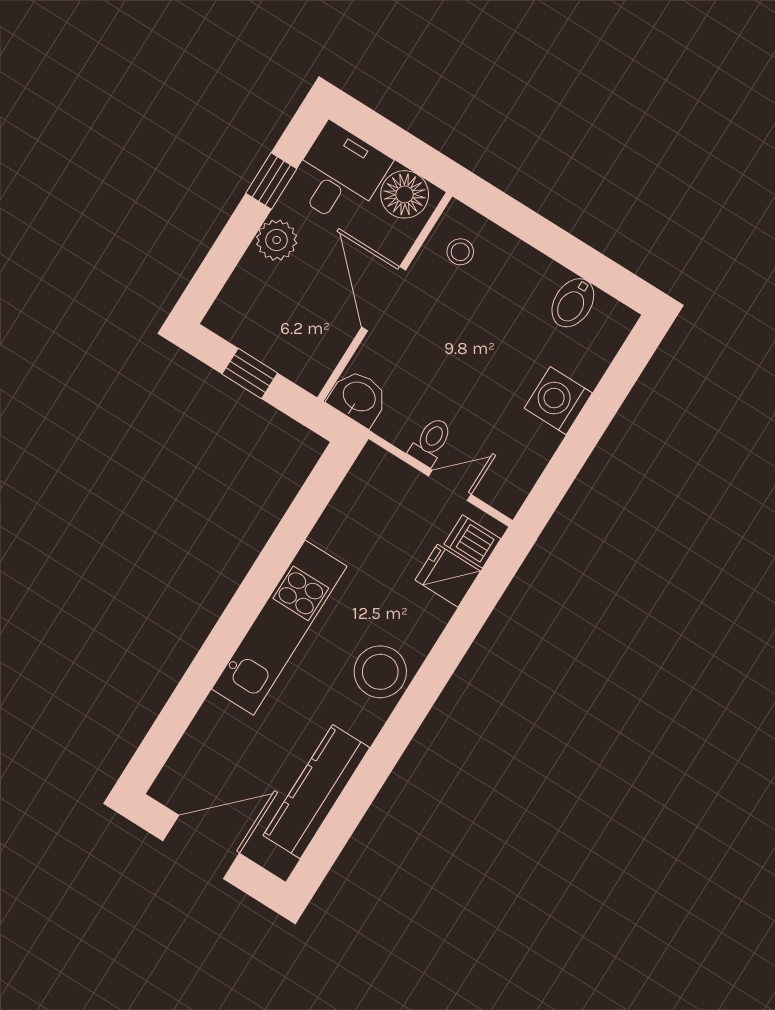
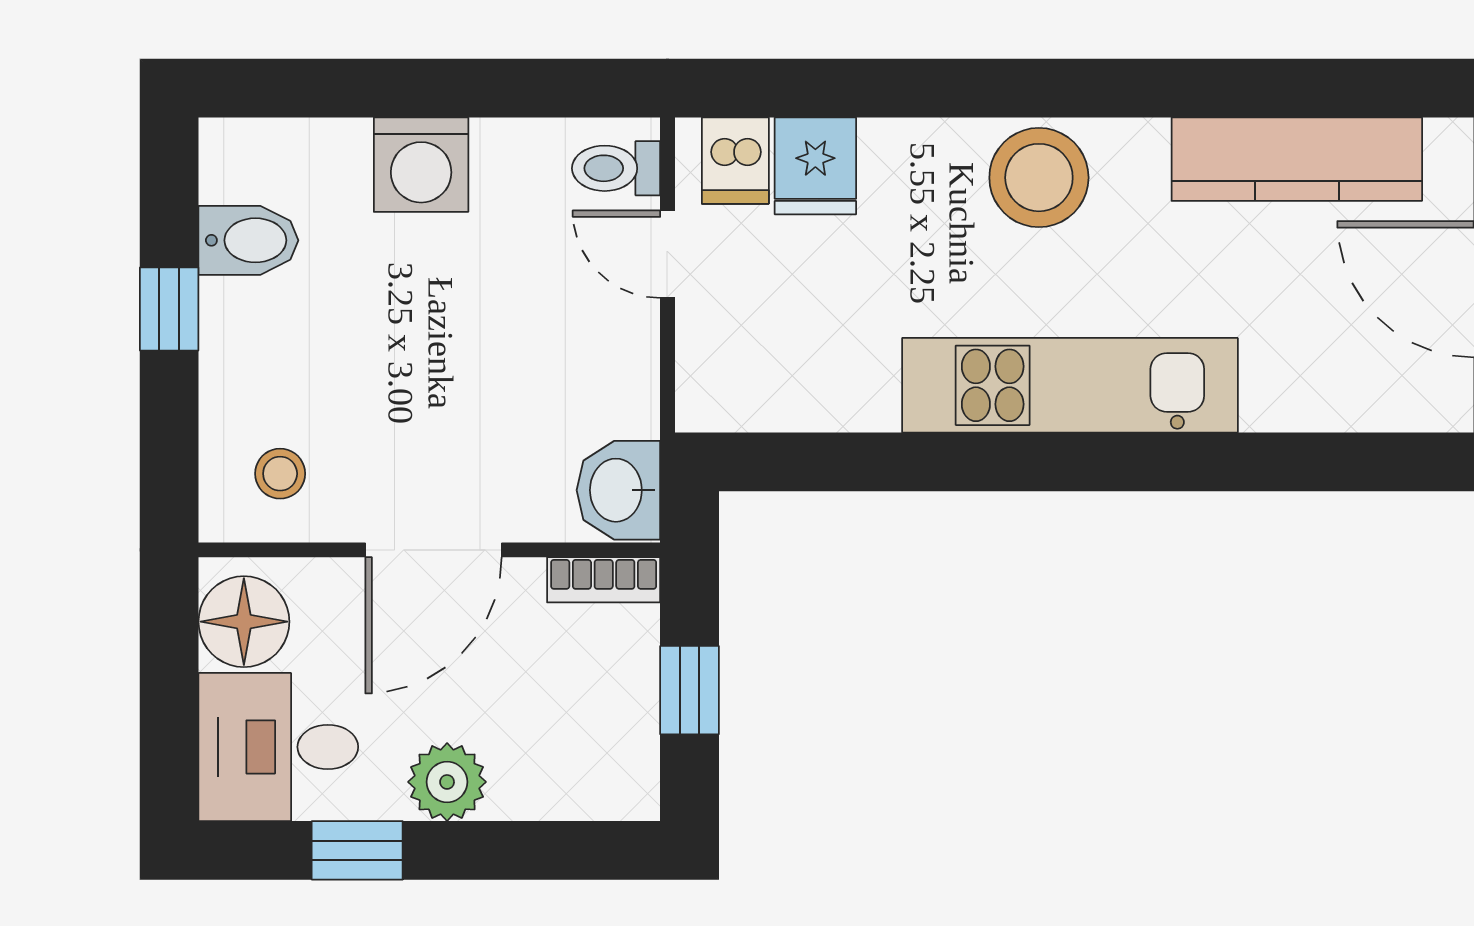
window: (564, 248) -> (169, 309), added
bookcase: (323, 366) -> (604, 580), added
toilet: (431, 442) -> (616, 168), moved

